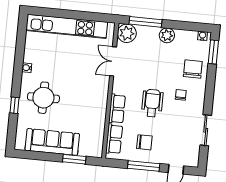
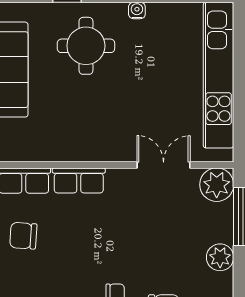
wheelchair: (152, 103) -> (95, 243), removed
chair: (144, 142) -> (23, 236), turned 94

